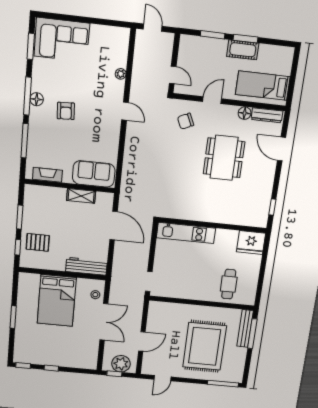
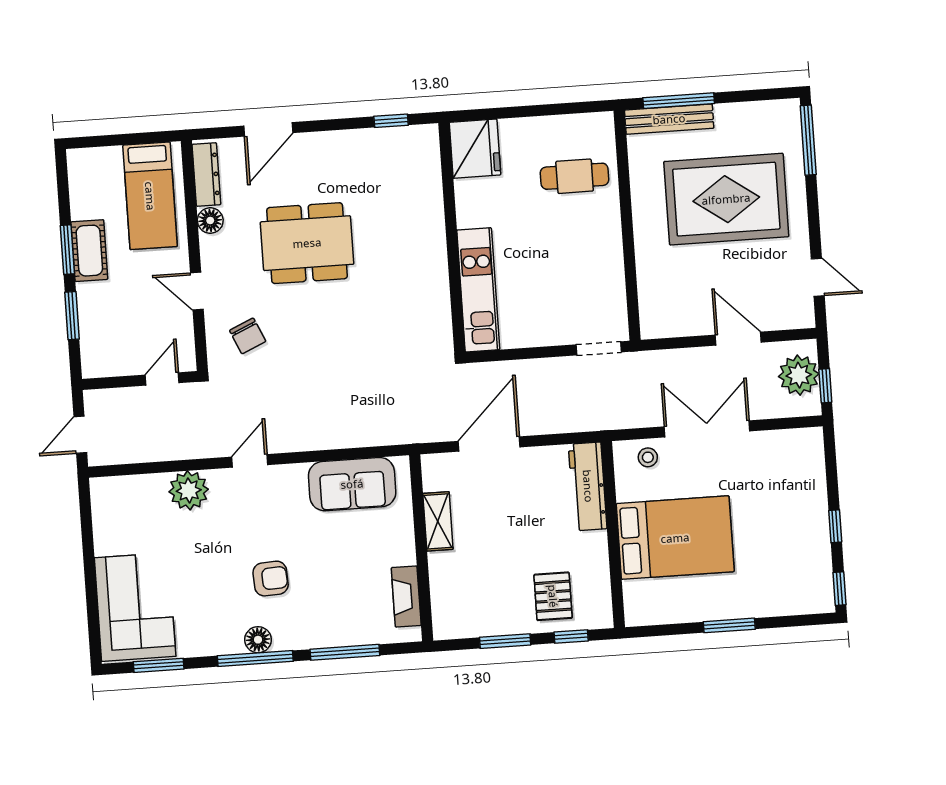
plant: (121, 74) -> (189, 490), width x1.88, depth x1.88
sofa: (94, 174) -> (352, 484), moved, turned -90

